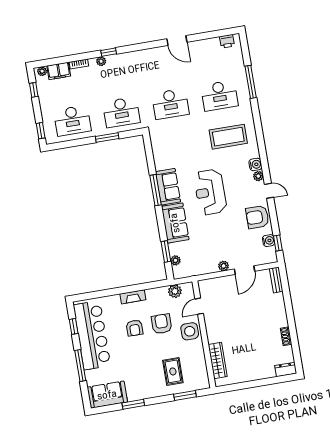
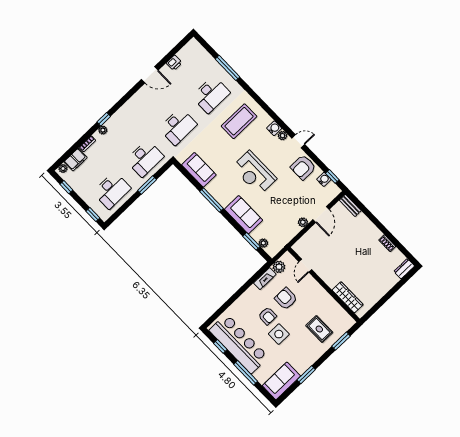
printer: (227, 41) -> (174, 63), moved
sofa: (168, 187) -> (199, 170), moved
fireplace: (133, 297) -> (265, 279), moved
side table: (190, 331) -> (279, 334), moved

